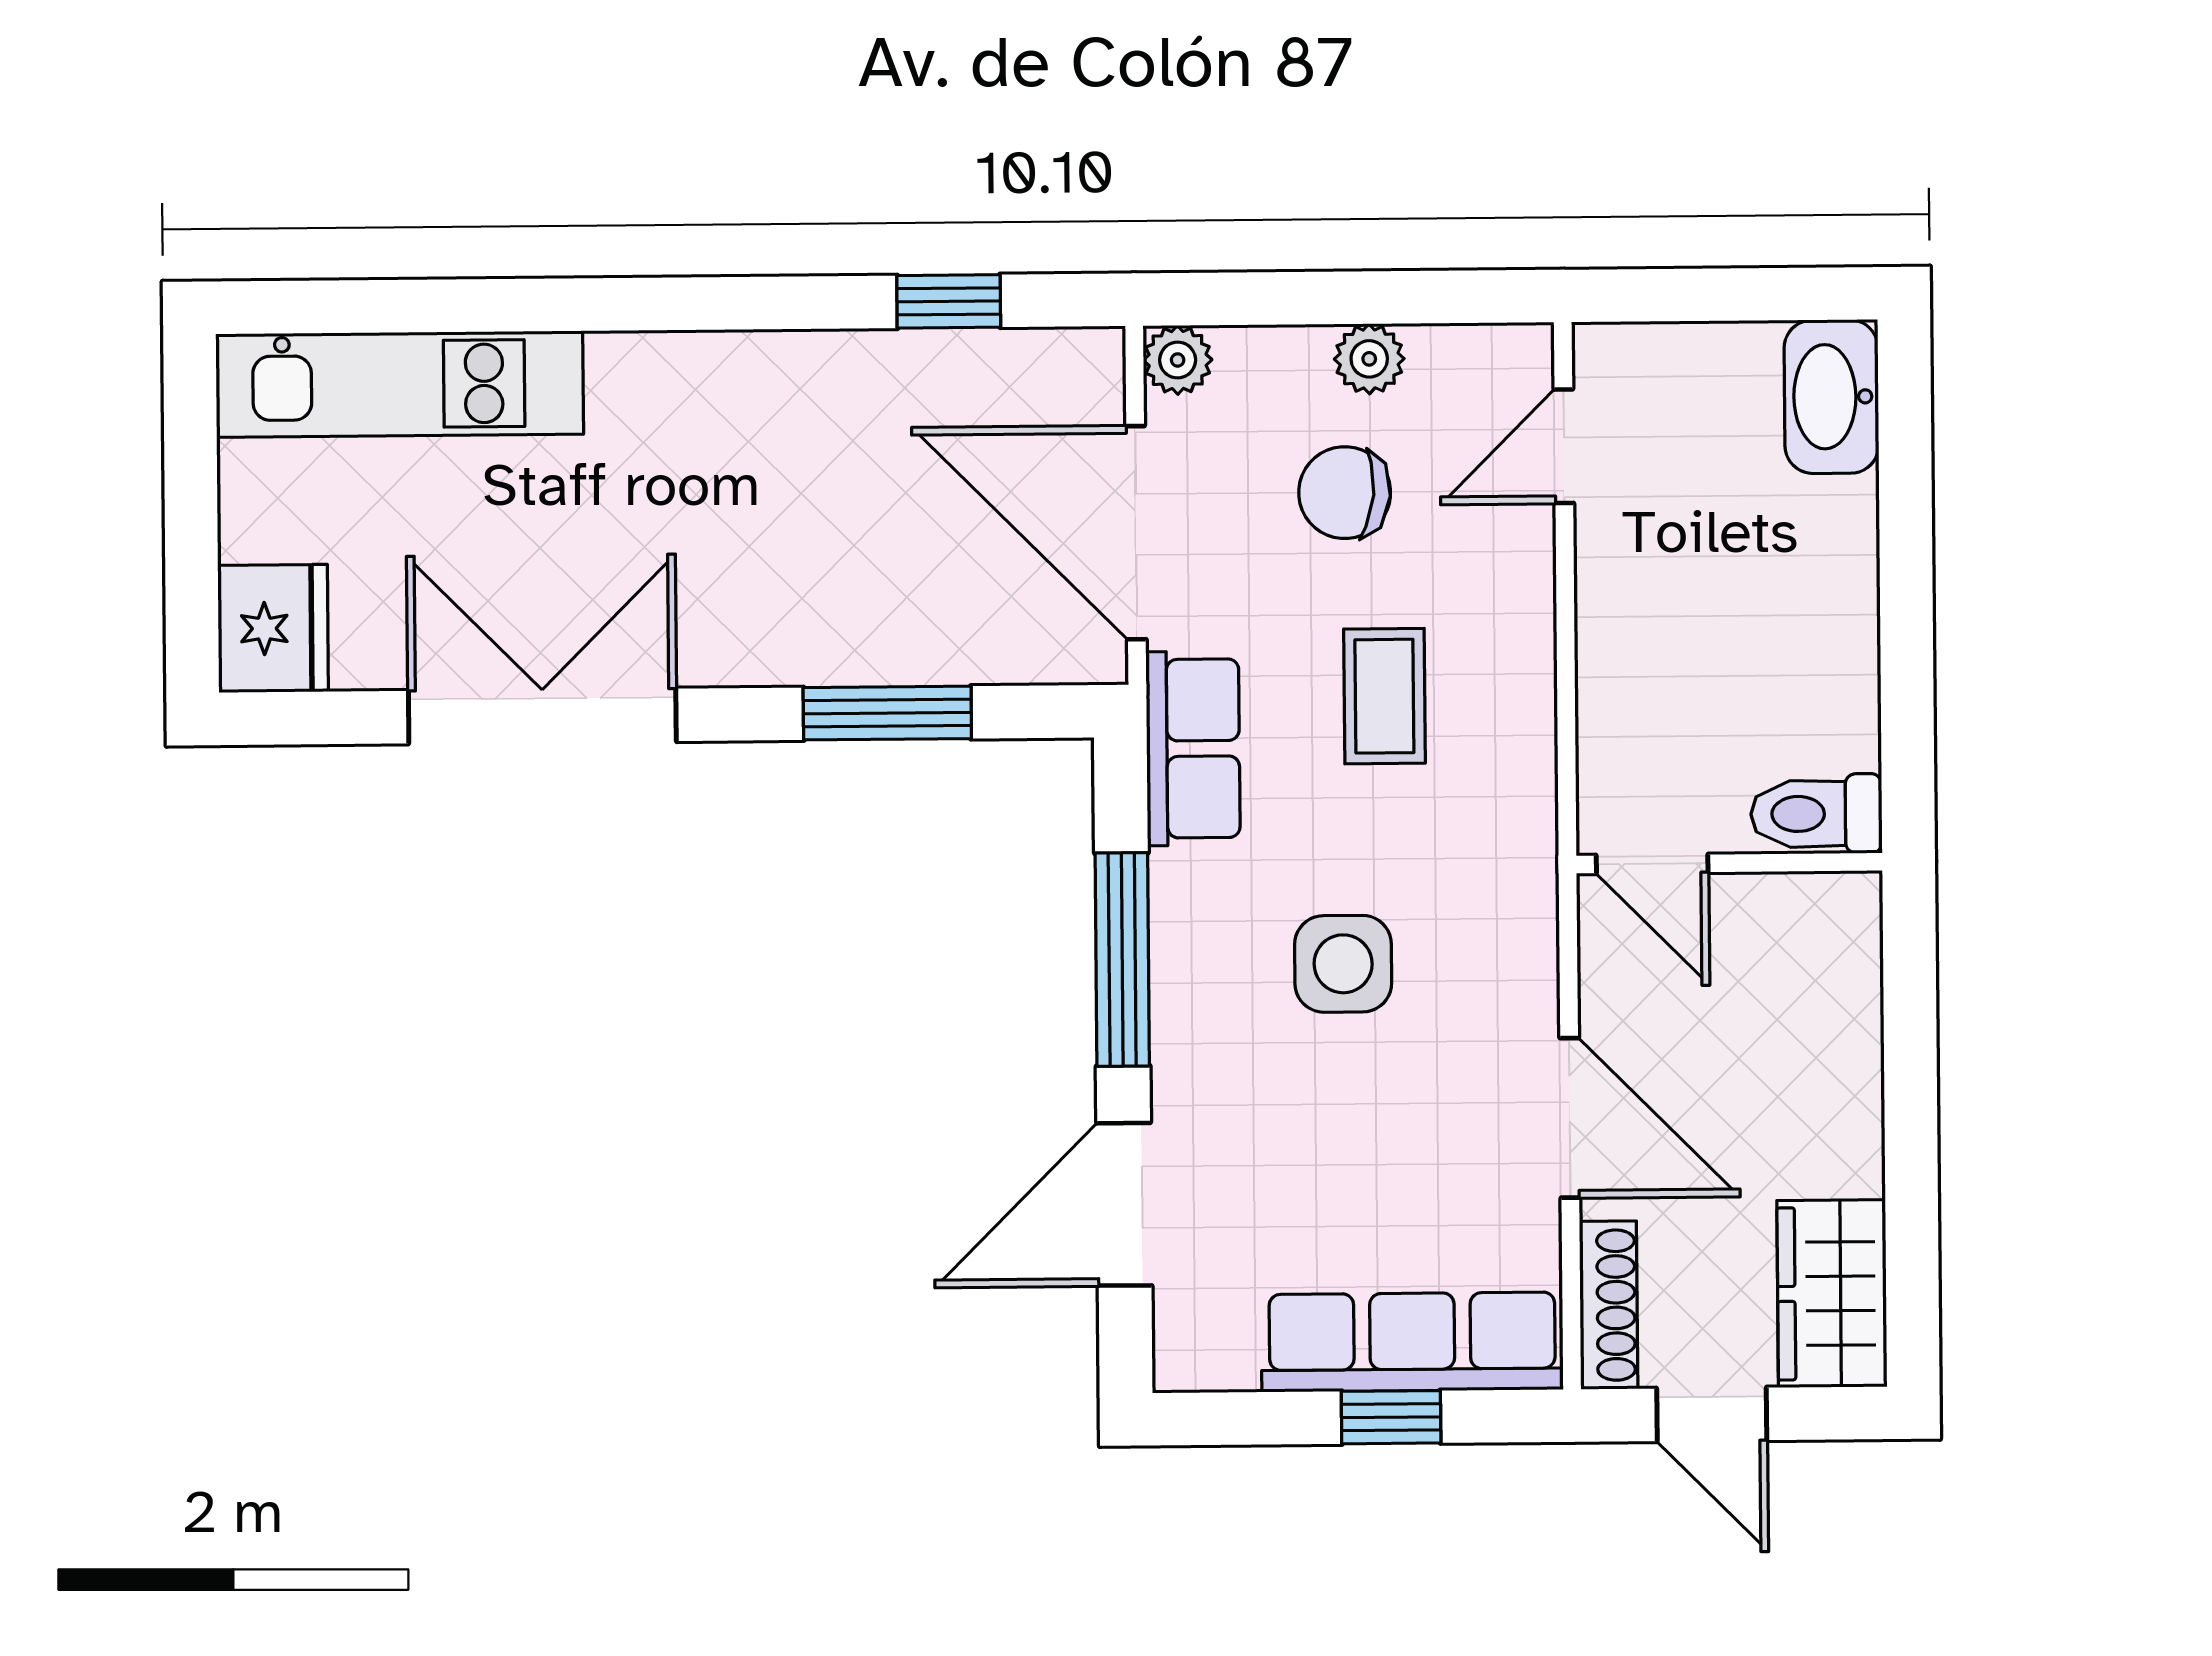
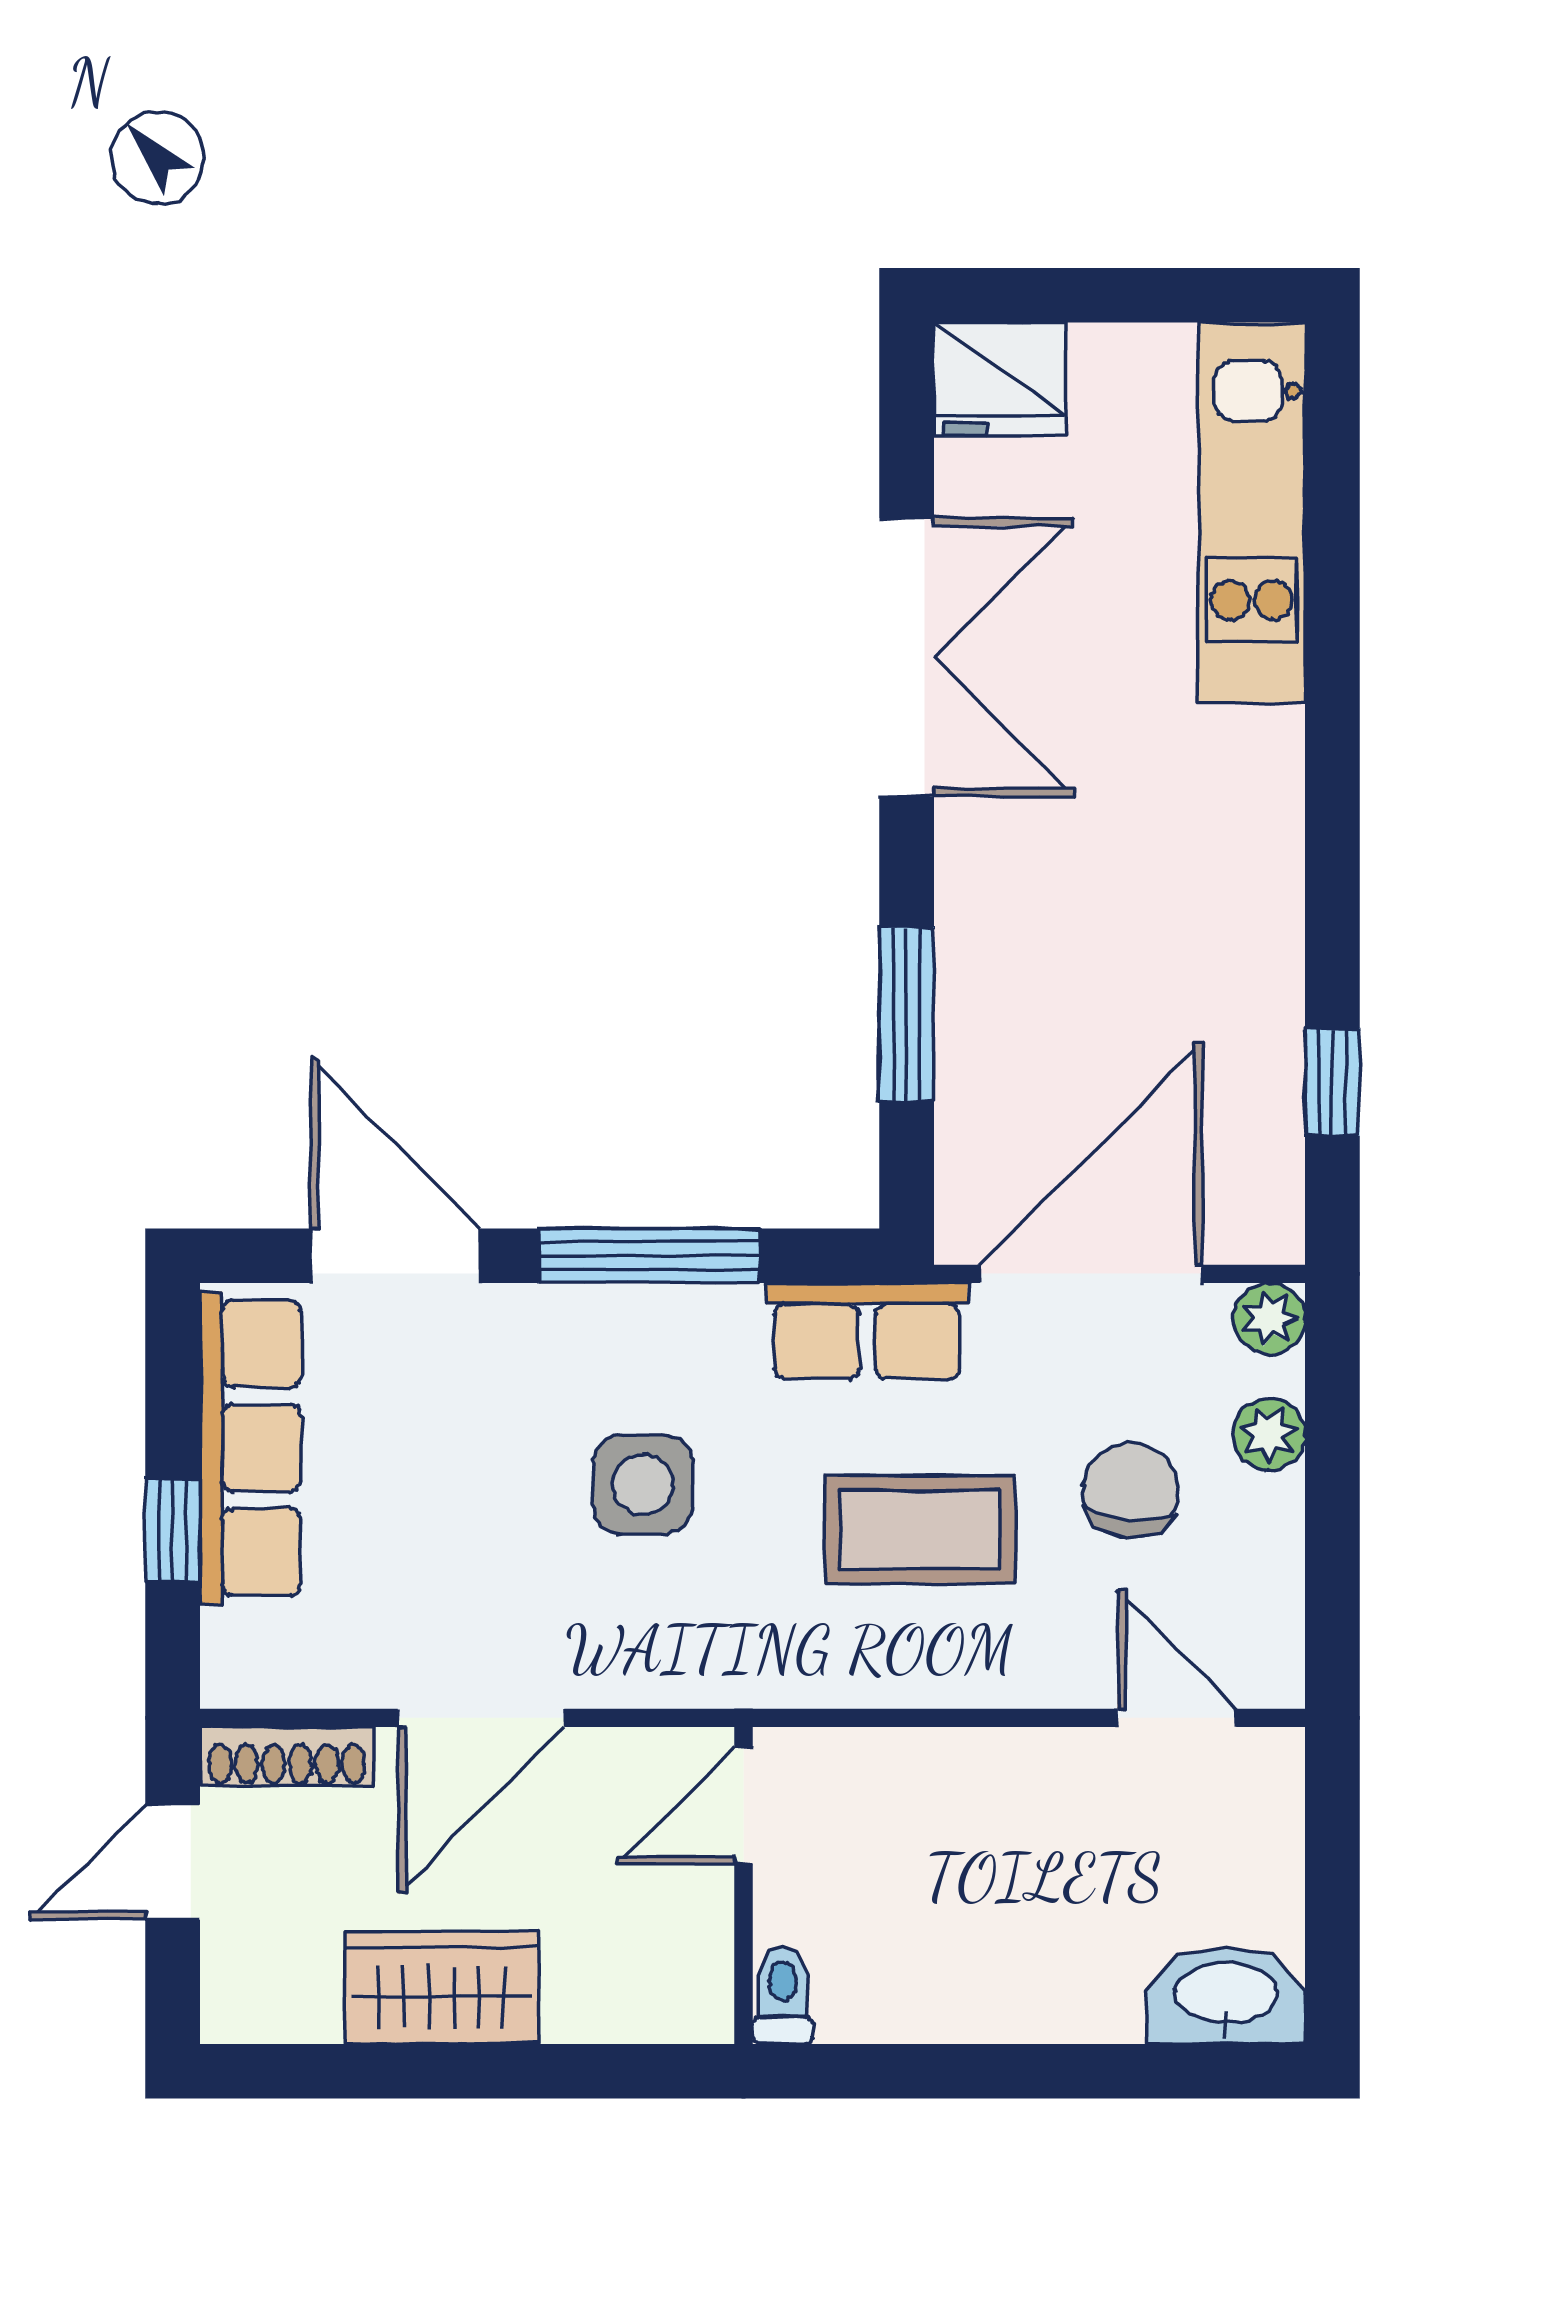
plant: (1369, 359) -> (1269, 1434), moved
coffee table: (1384, 696) -> (920, 1530), width x1.36, depth x1.30
toilet: (1816, 814) -> (783, 1995), width x0.73, depth x0.72
wardrobe: (1832, 1294) -> (442, 1988), moved
row of seats: (1412, 1342) -> (250, 1448), moved

